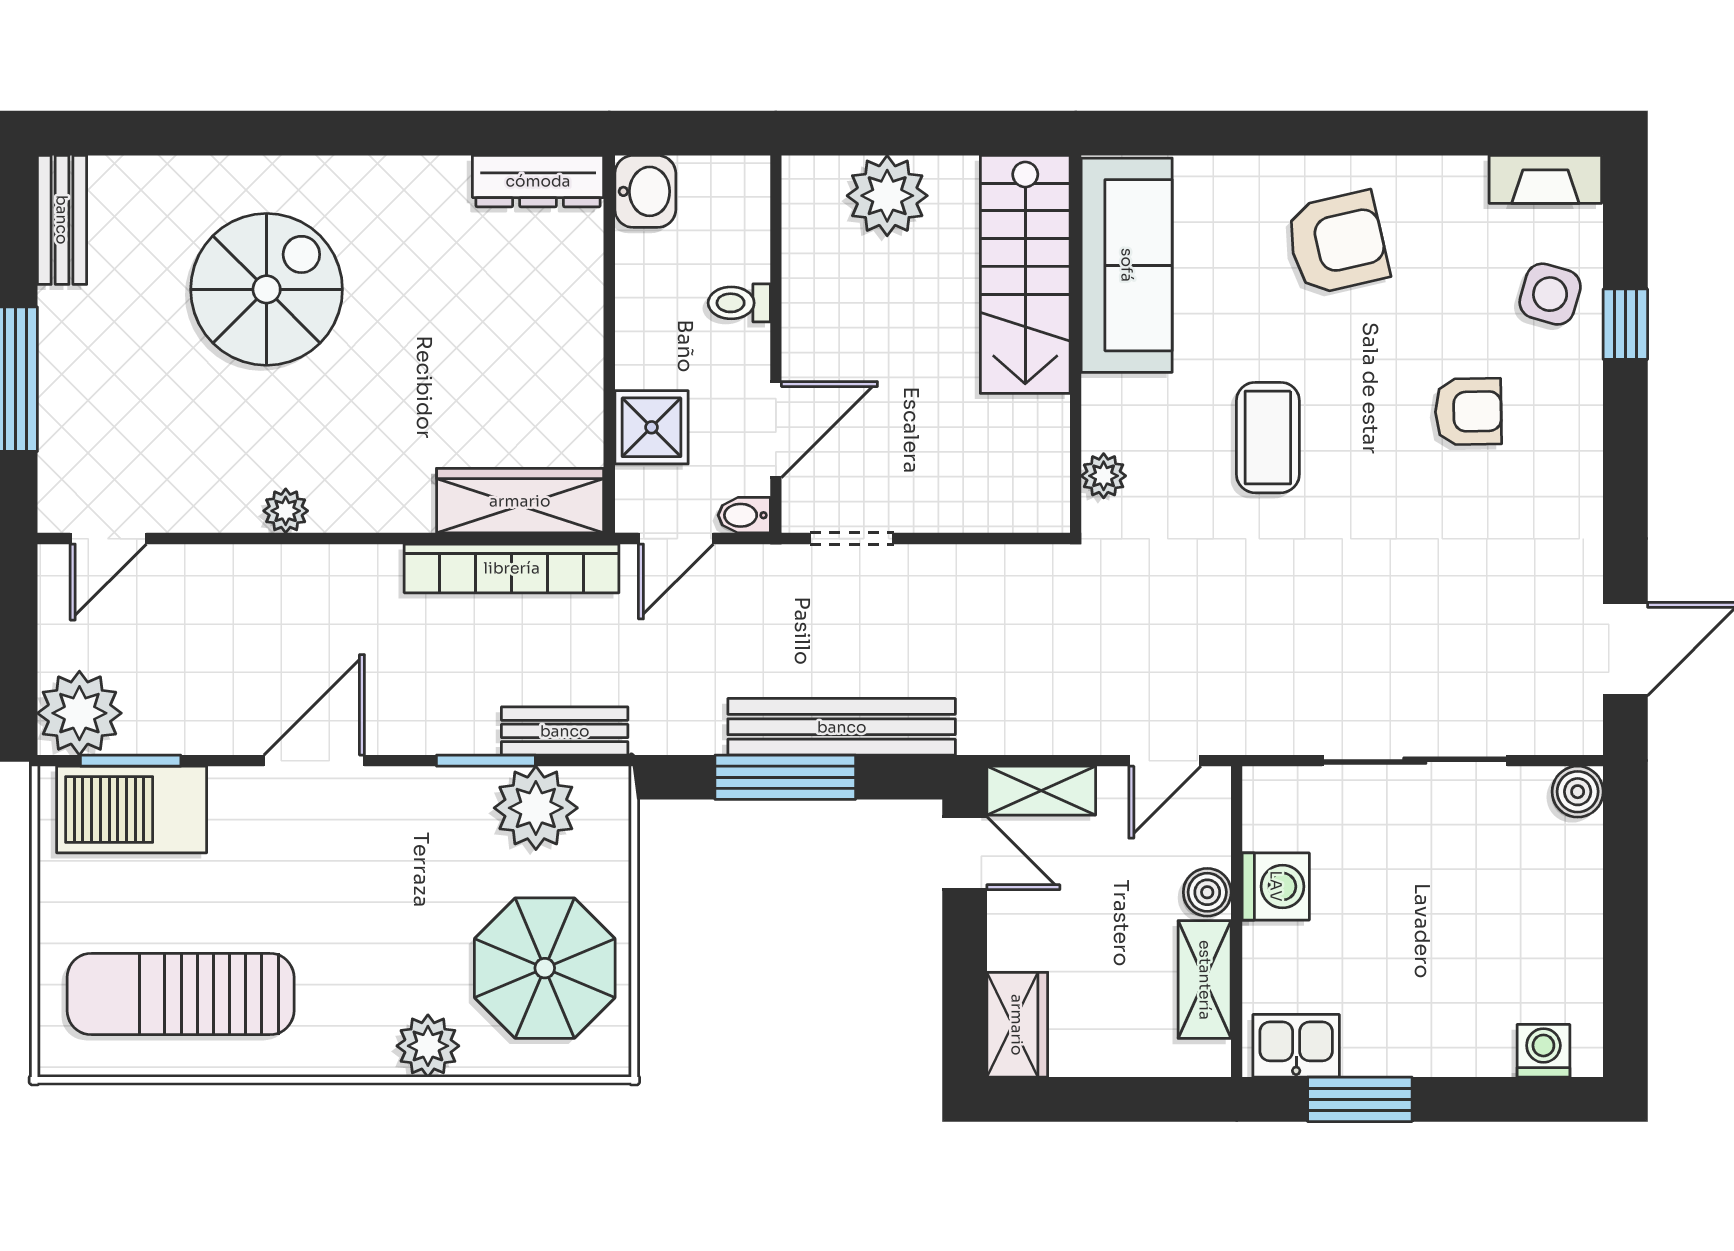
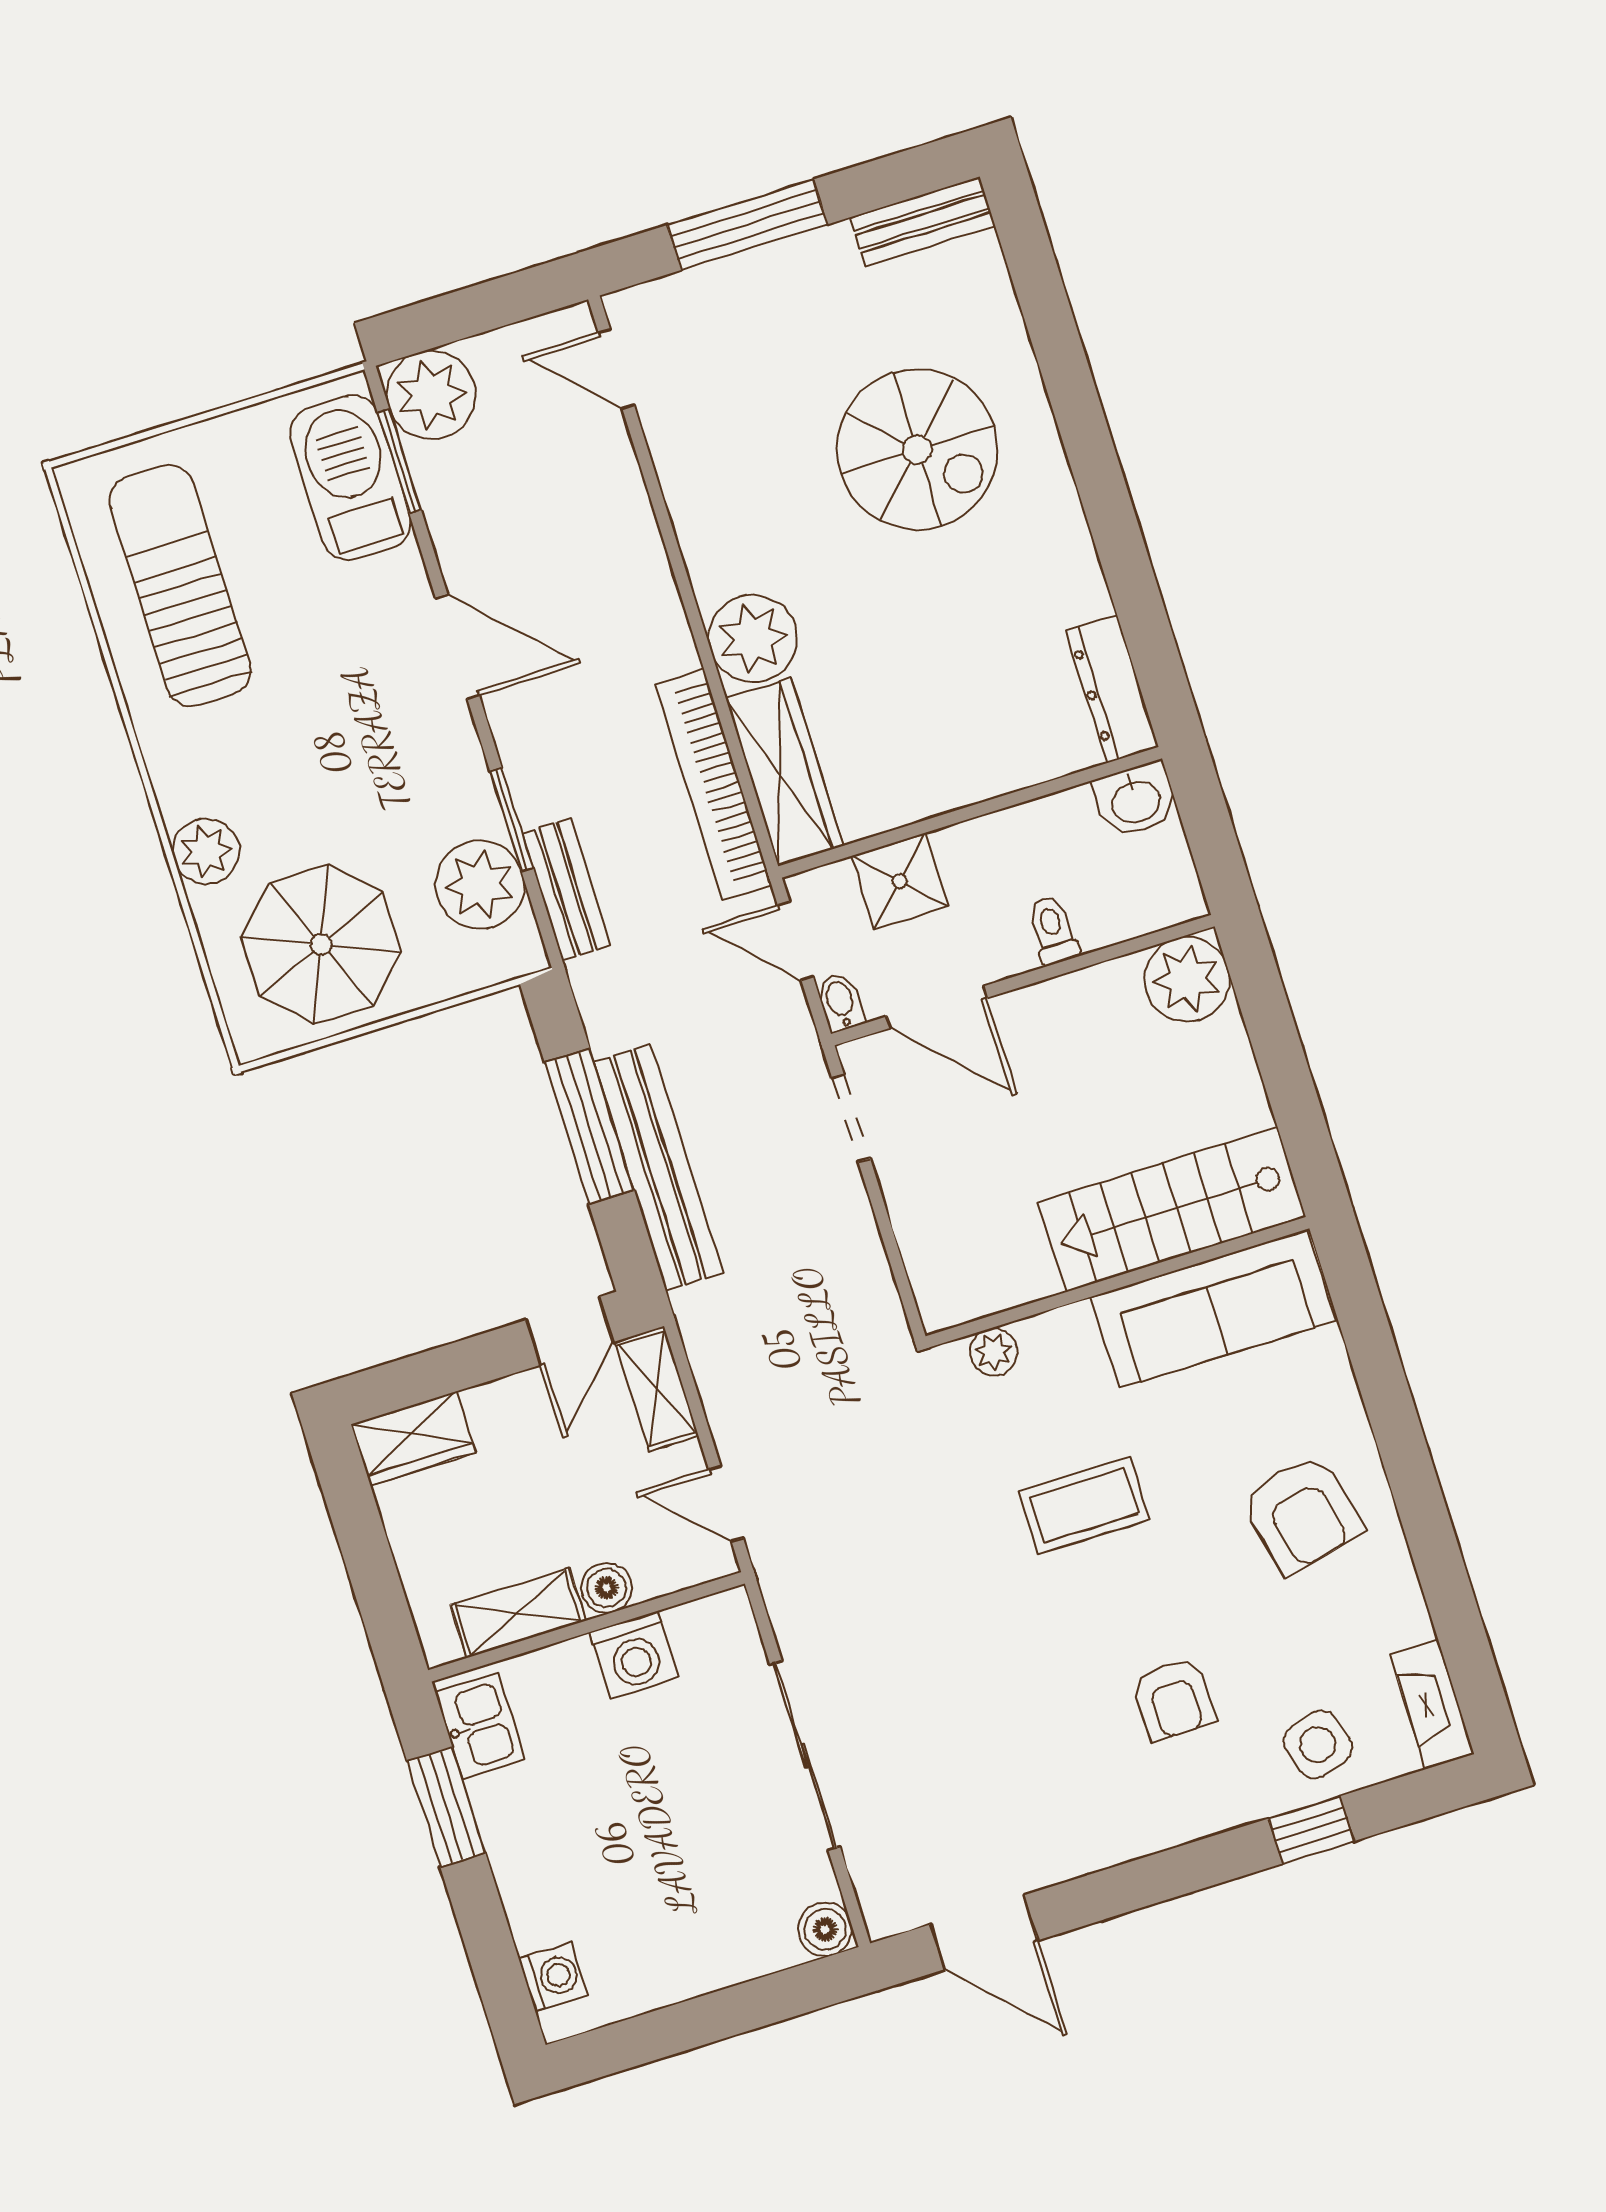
plant: (887, 196) -> (1187, 979), moved
side table: (1550, 294) -> (1318, 1744), turned -33
plant: (286, 511) -> (753, 638), moved, width x1.87, depth x1.87

